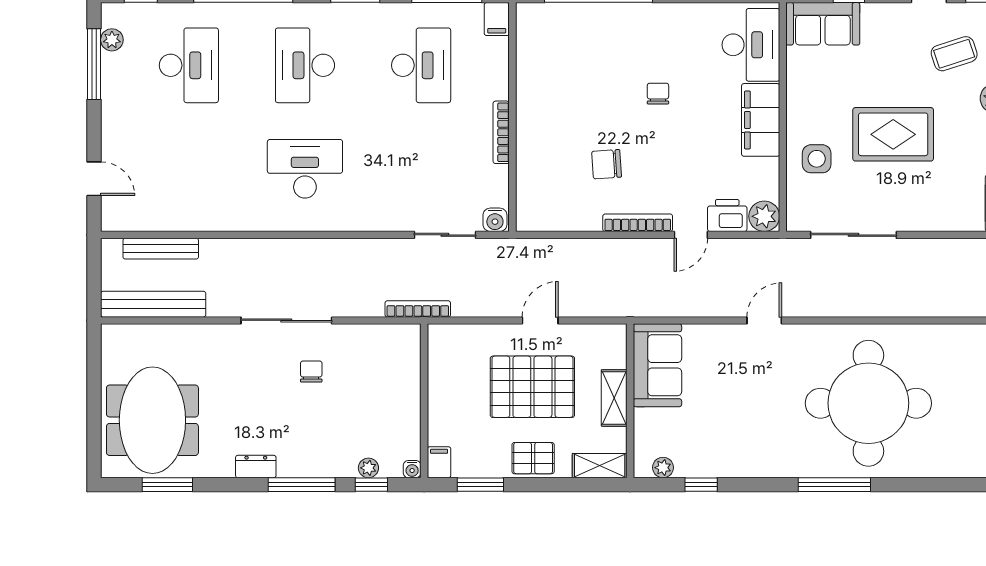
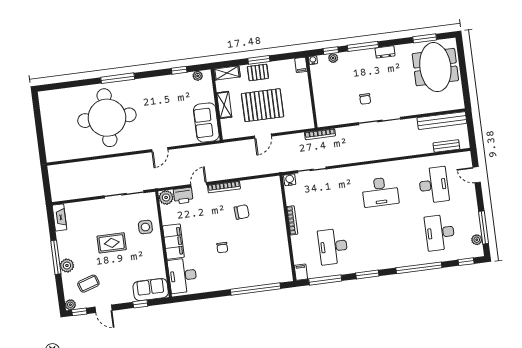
desk: (305, 65) -> (434, 185), moved
rug: (893, 134) -> (112, 243), width x0.73, depth x0.70
bench: (161, 249) -> (446, 146), width x0.73
window: (480, 485) -> (259, 60), moved

